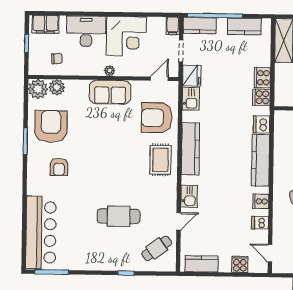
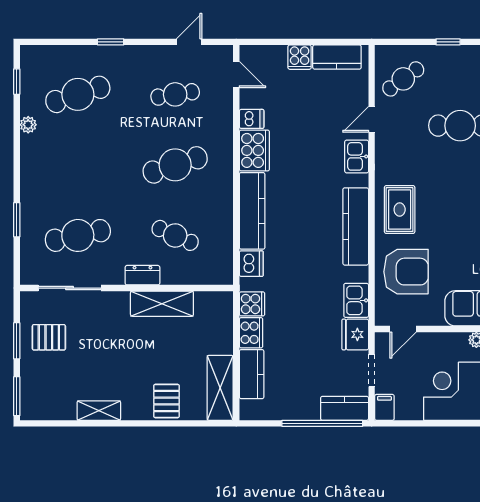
kitchen counter: (244, 26) -> (252, 374), moved, turned 90
cooker: (261, 201) -> (254, 150), width x1.87, depth x1.31
cooker: (240, 264) -> (300, 57), moved

